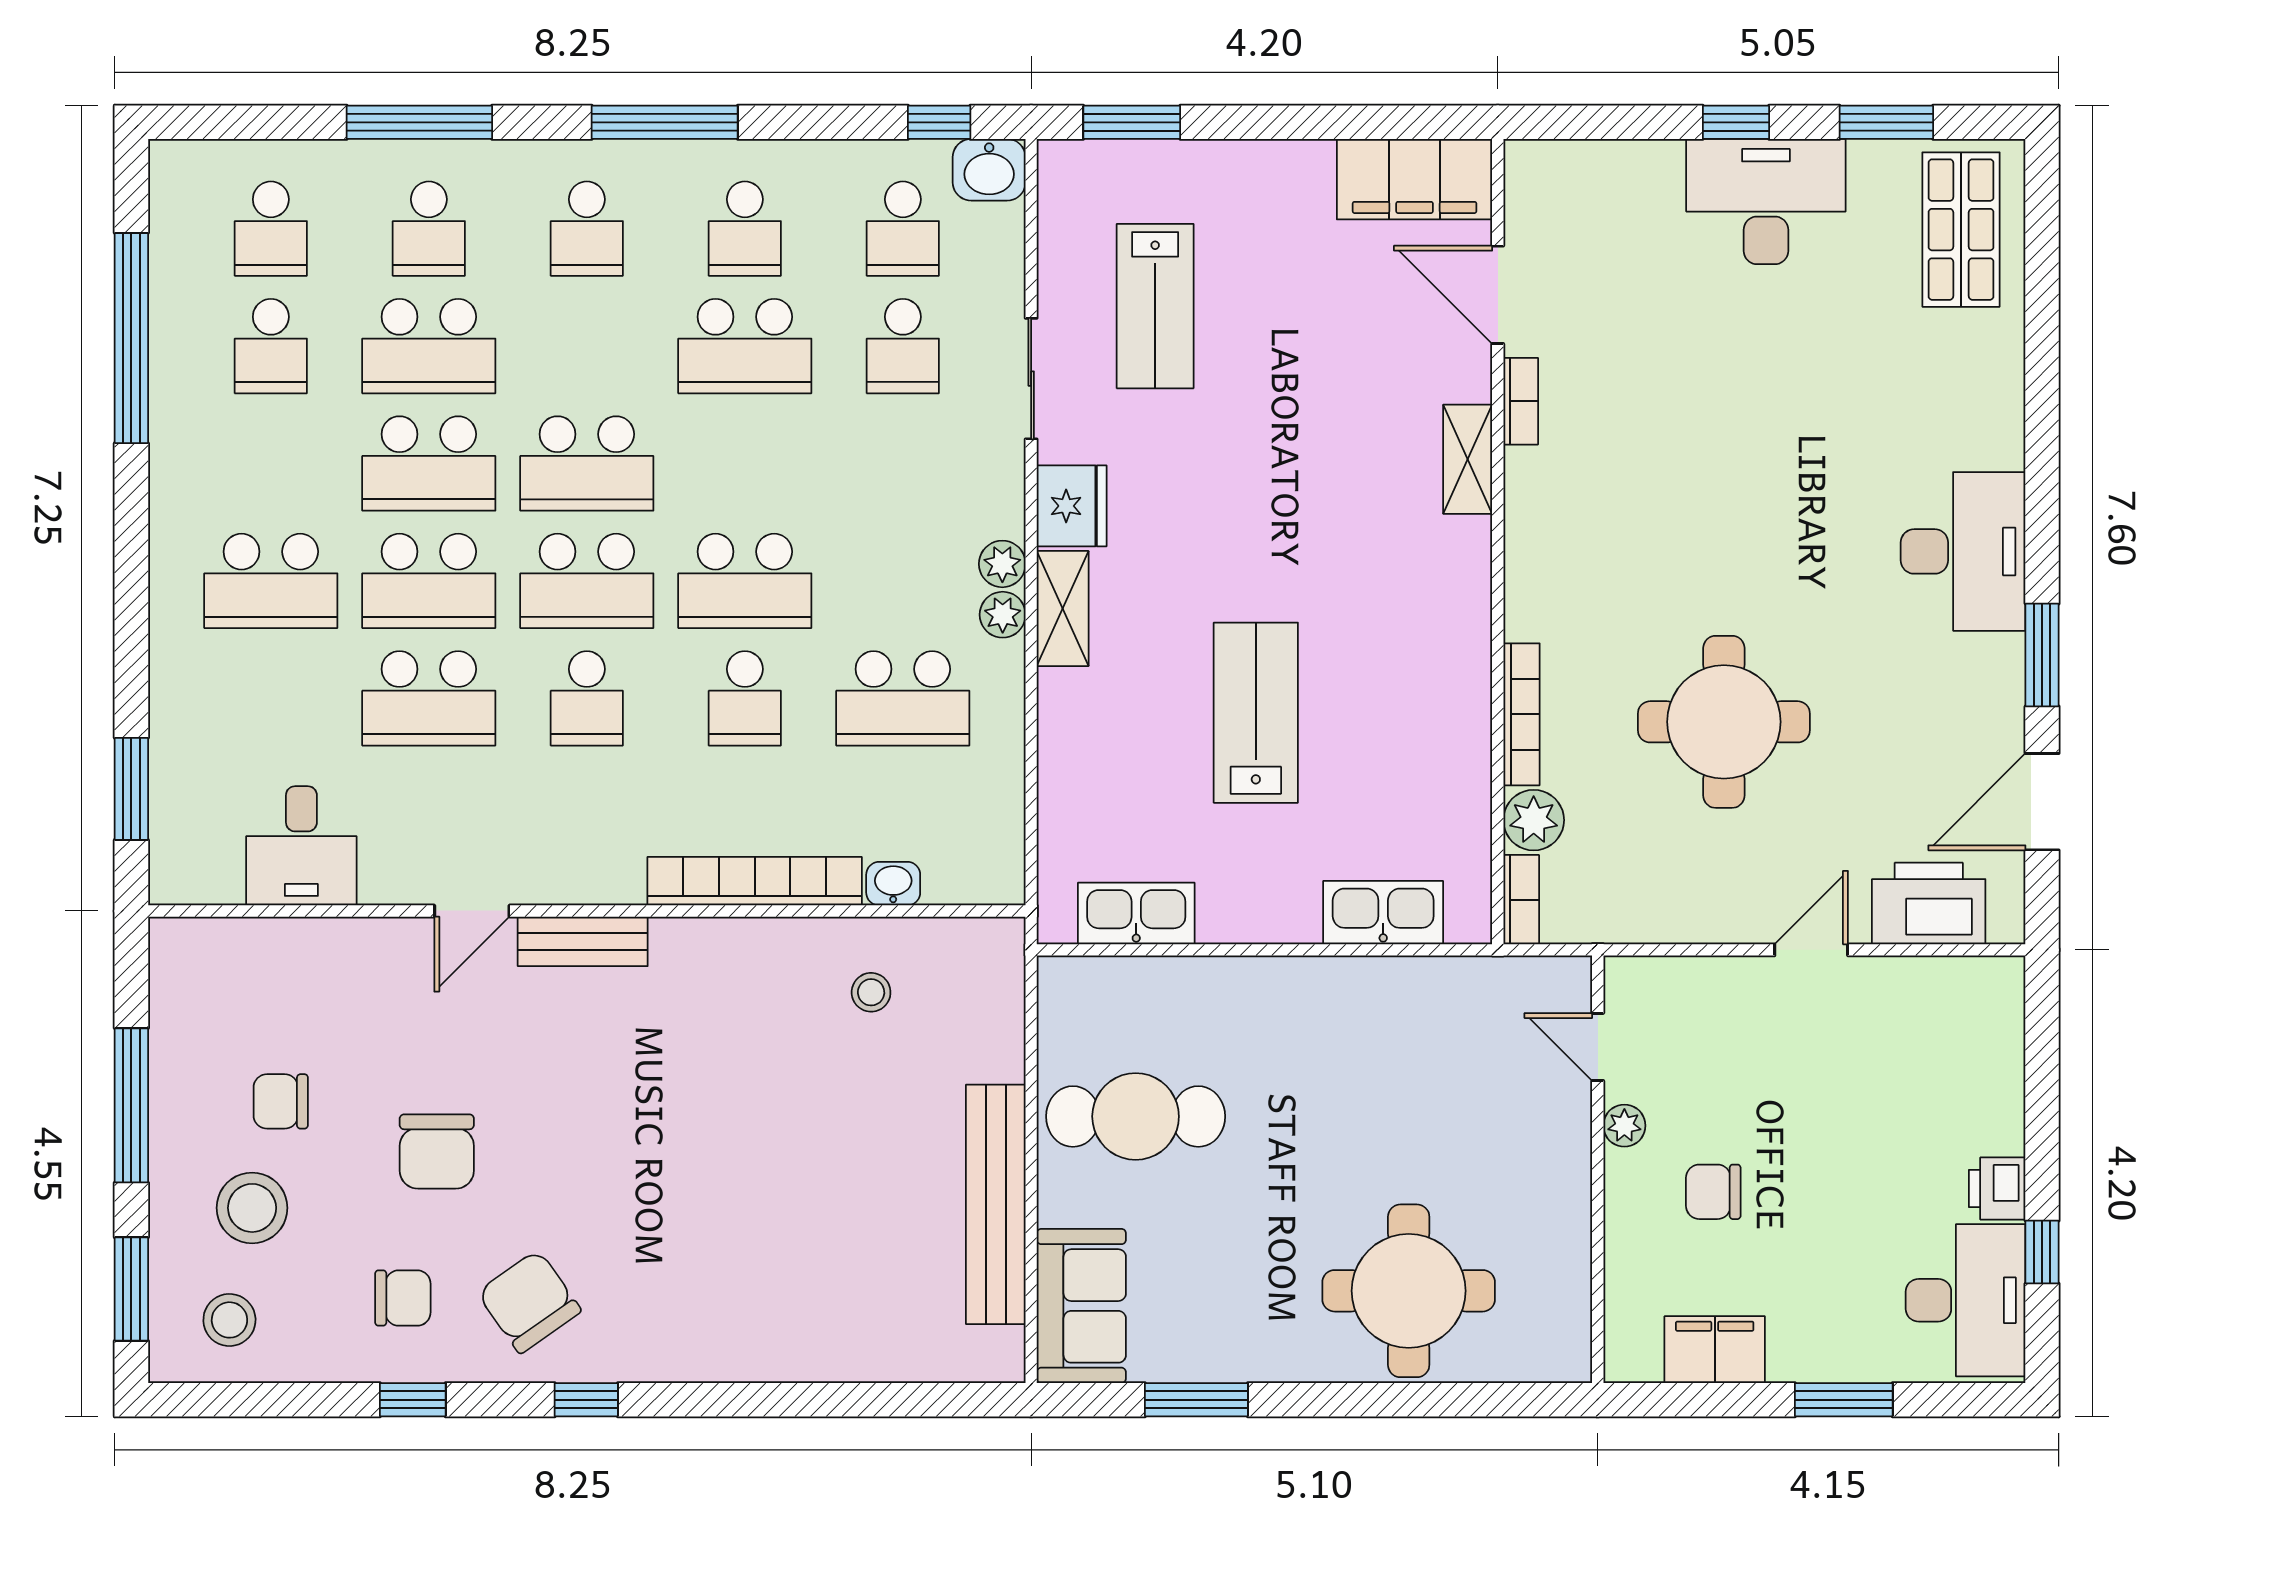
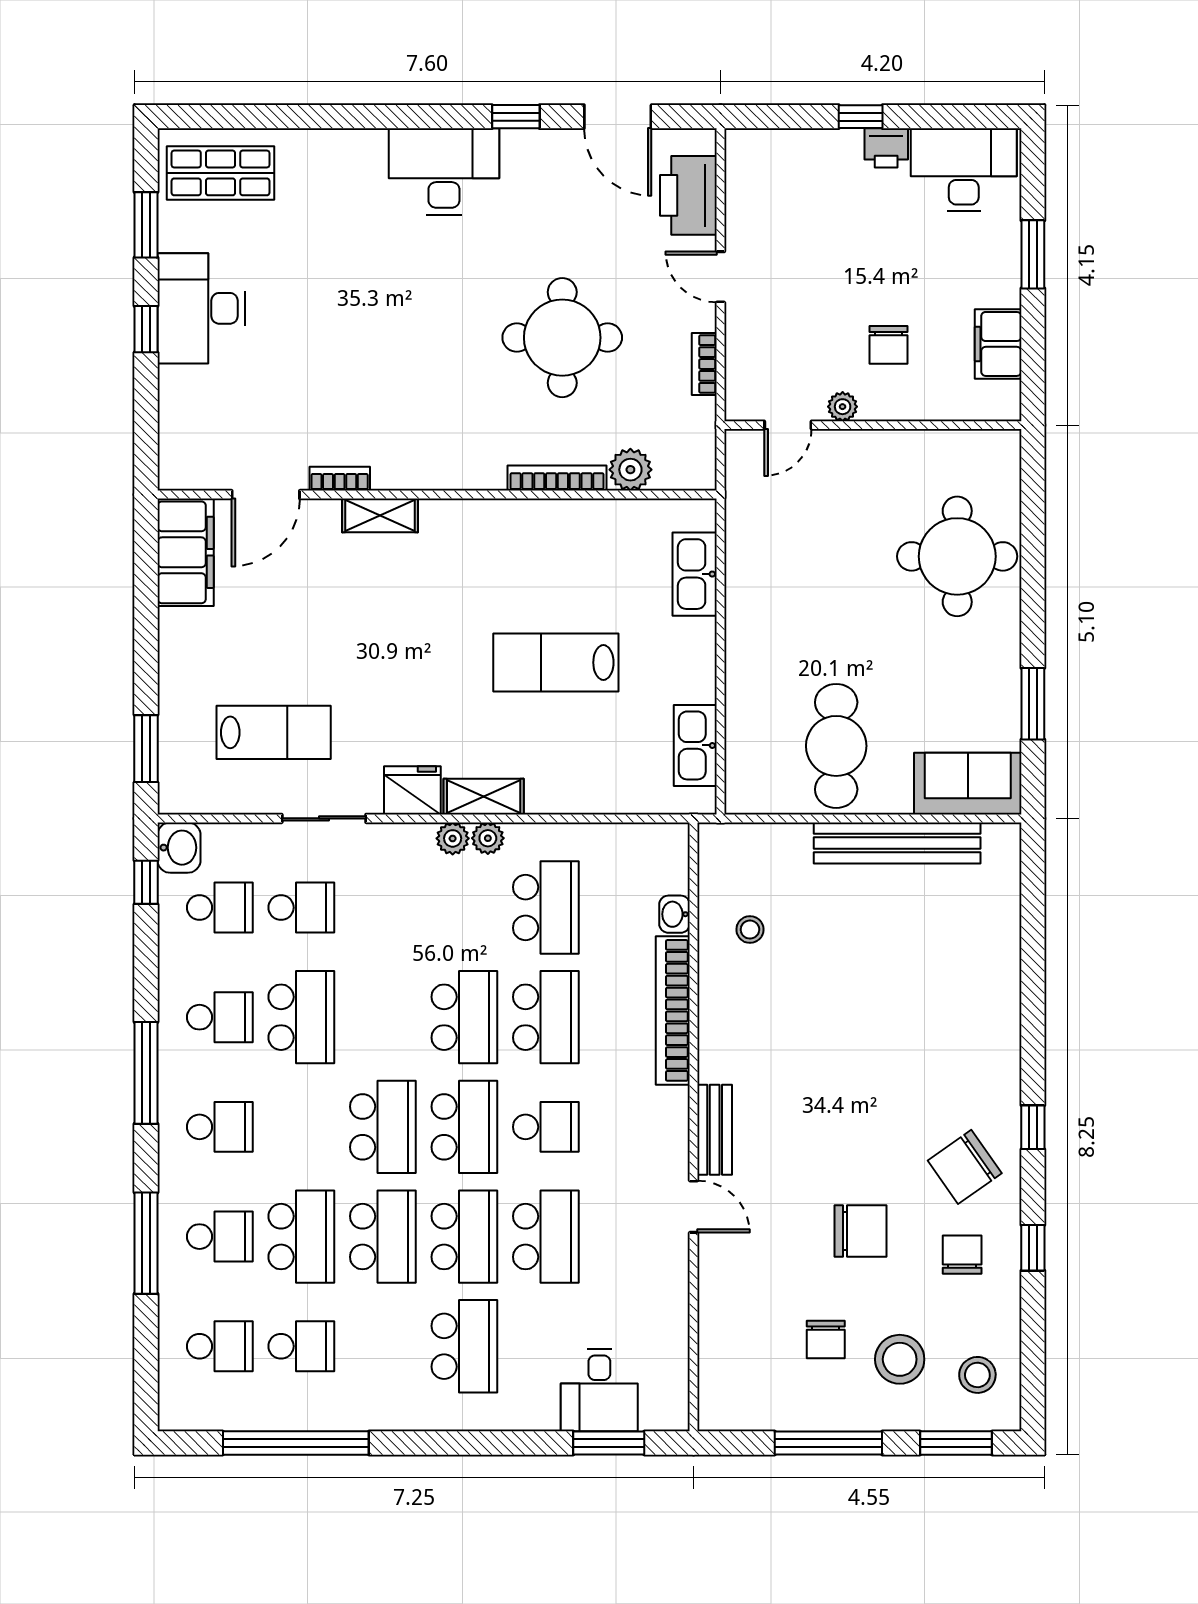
window: (2042, 655) -> (516, 117), width x0.67
school desk: (745, 698) -> (546, 1017), width x1.85
desk: (301, 846) -> (599, 1390), moved, turned 90
bookcase: (1521, 900) -> (704, 364), moved, turned -90
window: (2042, 1252) -> (861, 117), moved

